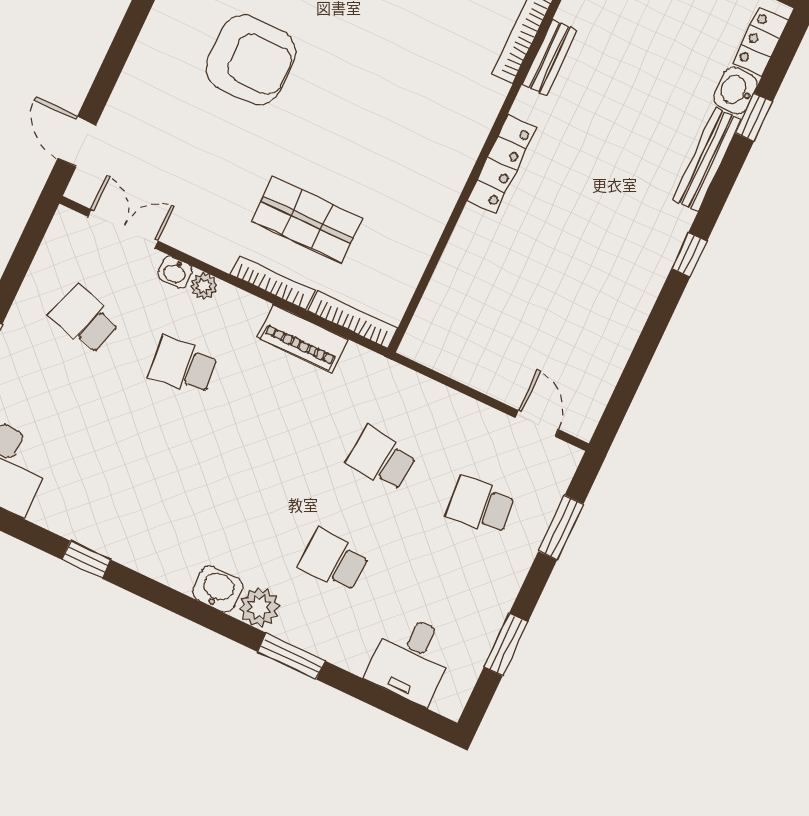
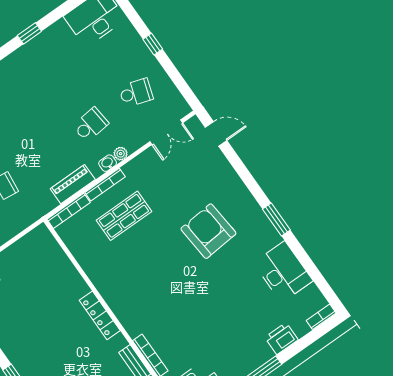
armchair: (251, 60) -> (208, 231), turned 85
washbasin: (175, 272) -> (108, 163), moved

